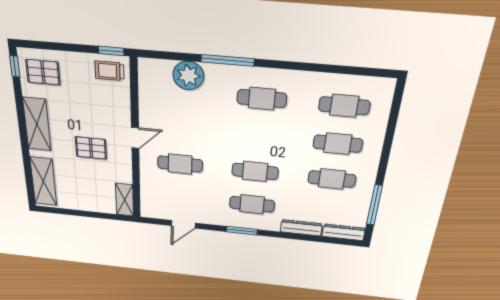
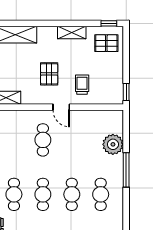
trolley: (109, 71) -> (82, 85), moved
pallet: (43, 72) -> (106, 43), turned 90
shelving: (37, 124) -> (72, 32), width x0.67, depth x0.75
cafe table: (258, 136) -> (72, 194), added

